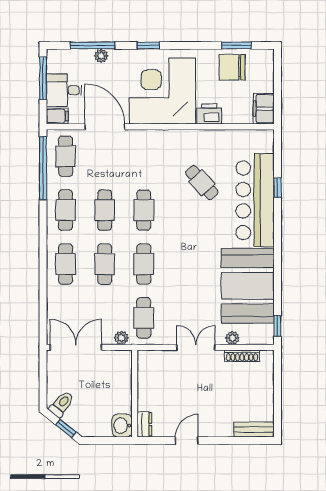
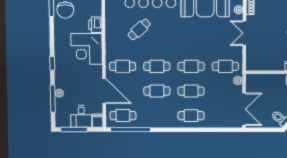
corner desk: (162, 91) -> (87, 49), width x0.74, depth x0.74
door: (105, 127) -> (104, 91), swing flipped
cafe table: (66, 210) -> (123, 66), moved
double door: (76, 347) -> (244, 109), swing flipped

